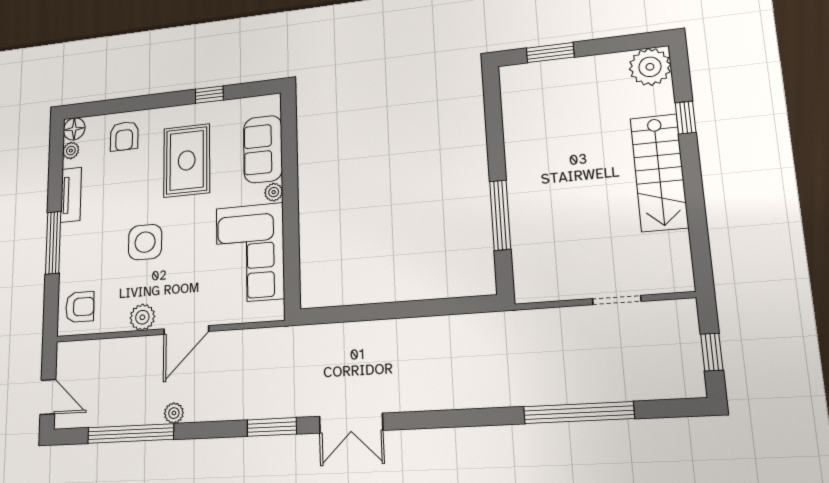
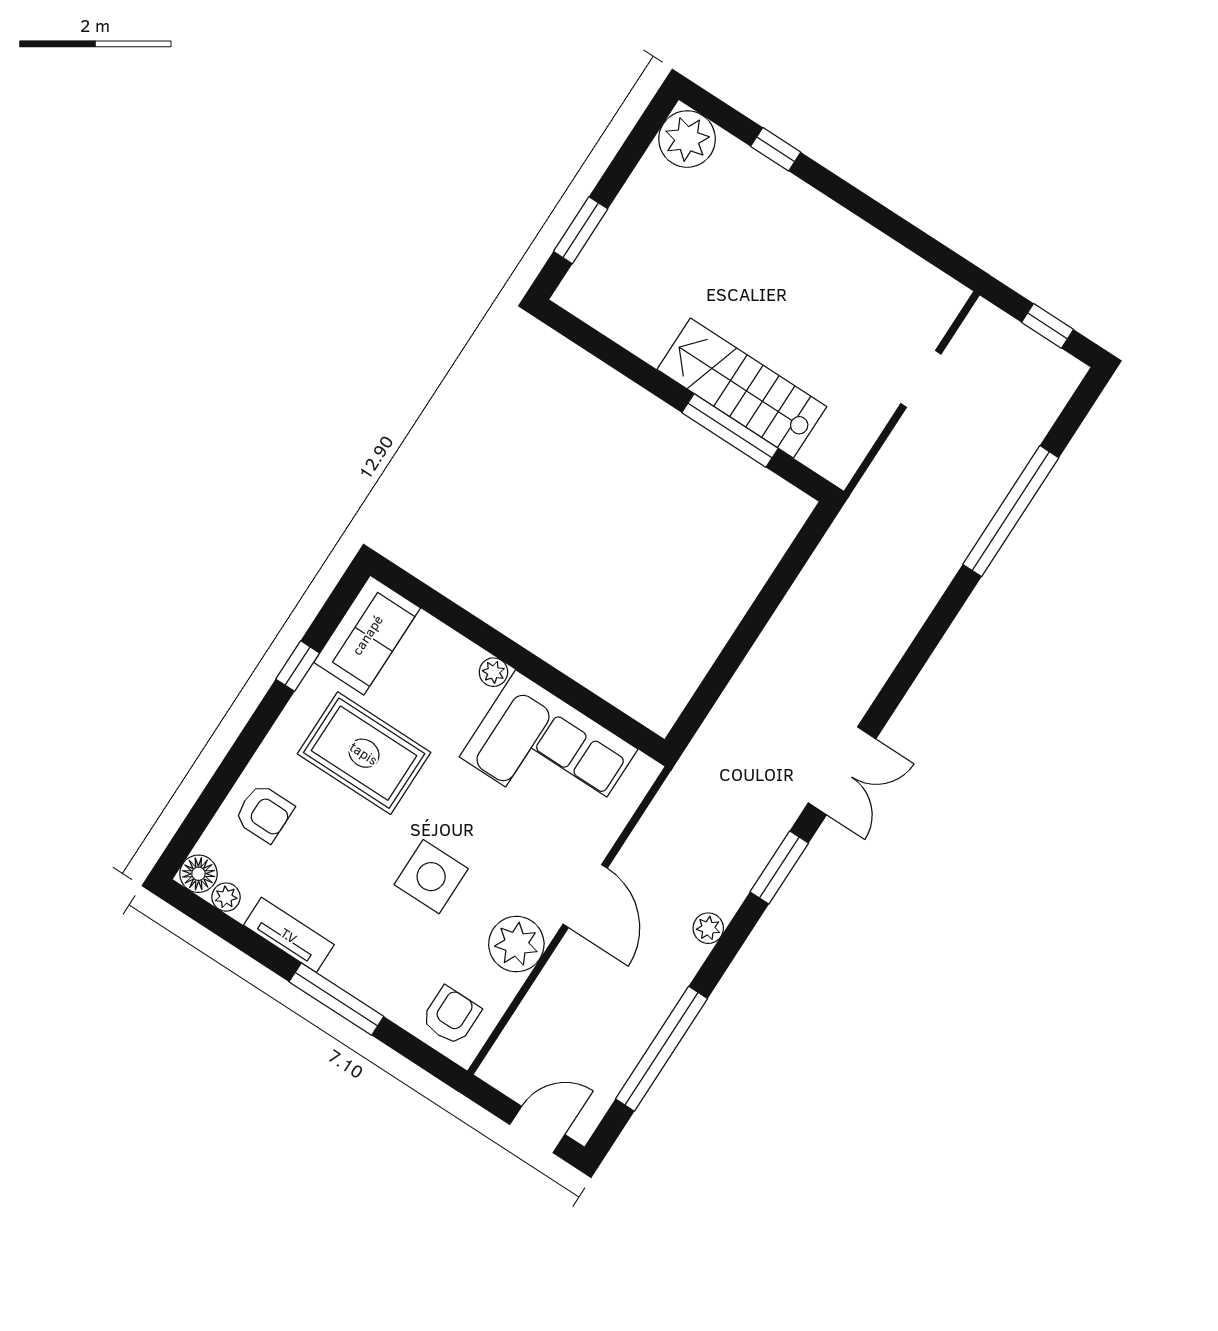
sofa: (263, 149) -> (367, 635), moved, turned -90
stairs: (659, 173) -> (742, 388), moved, turned 180
plant: (142, 317) -> (516, 944), width x1.36, depth x1.36
plant: (174, 413) -> (708, 928), moved

